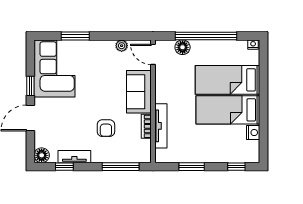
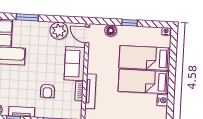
window: (206, 36) -> (130, 23), width x0.32
plant: (122, 46) -> (59, 31), width x1.88, depth x1.88

